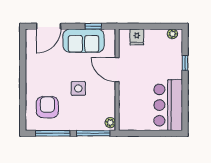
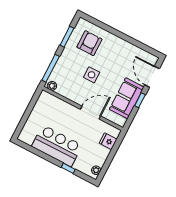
window: (93, 26) -> (140, 100), moved
bar counter: (168, 105) -> (57, 146), moved
armchair: (47, 107) -> (89, 43), turned -90
window: (53, 133) -> (67, 37), width x0.69

